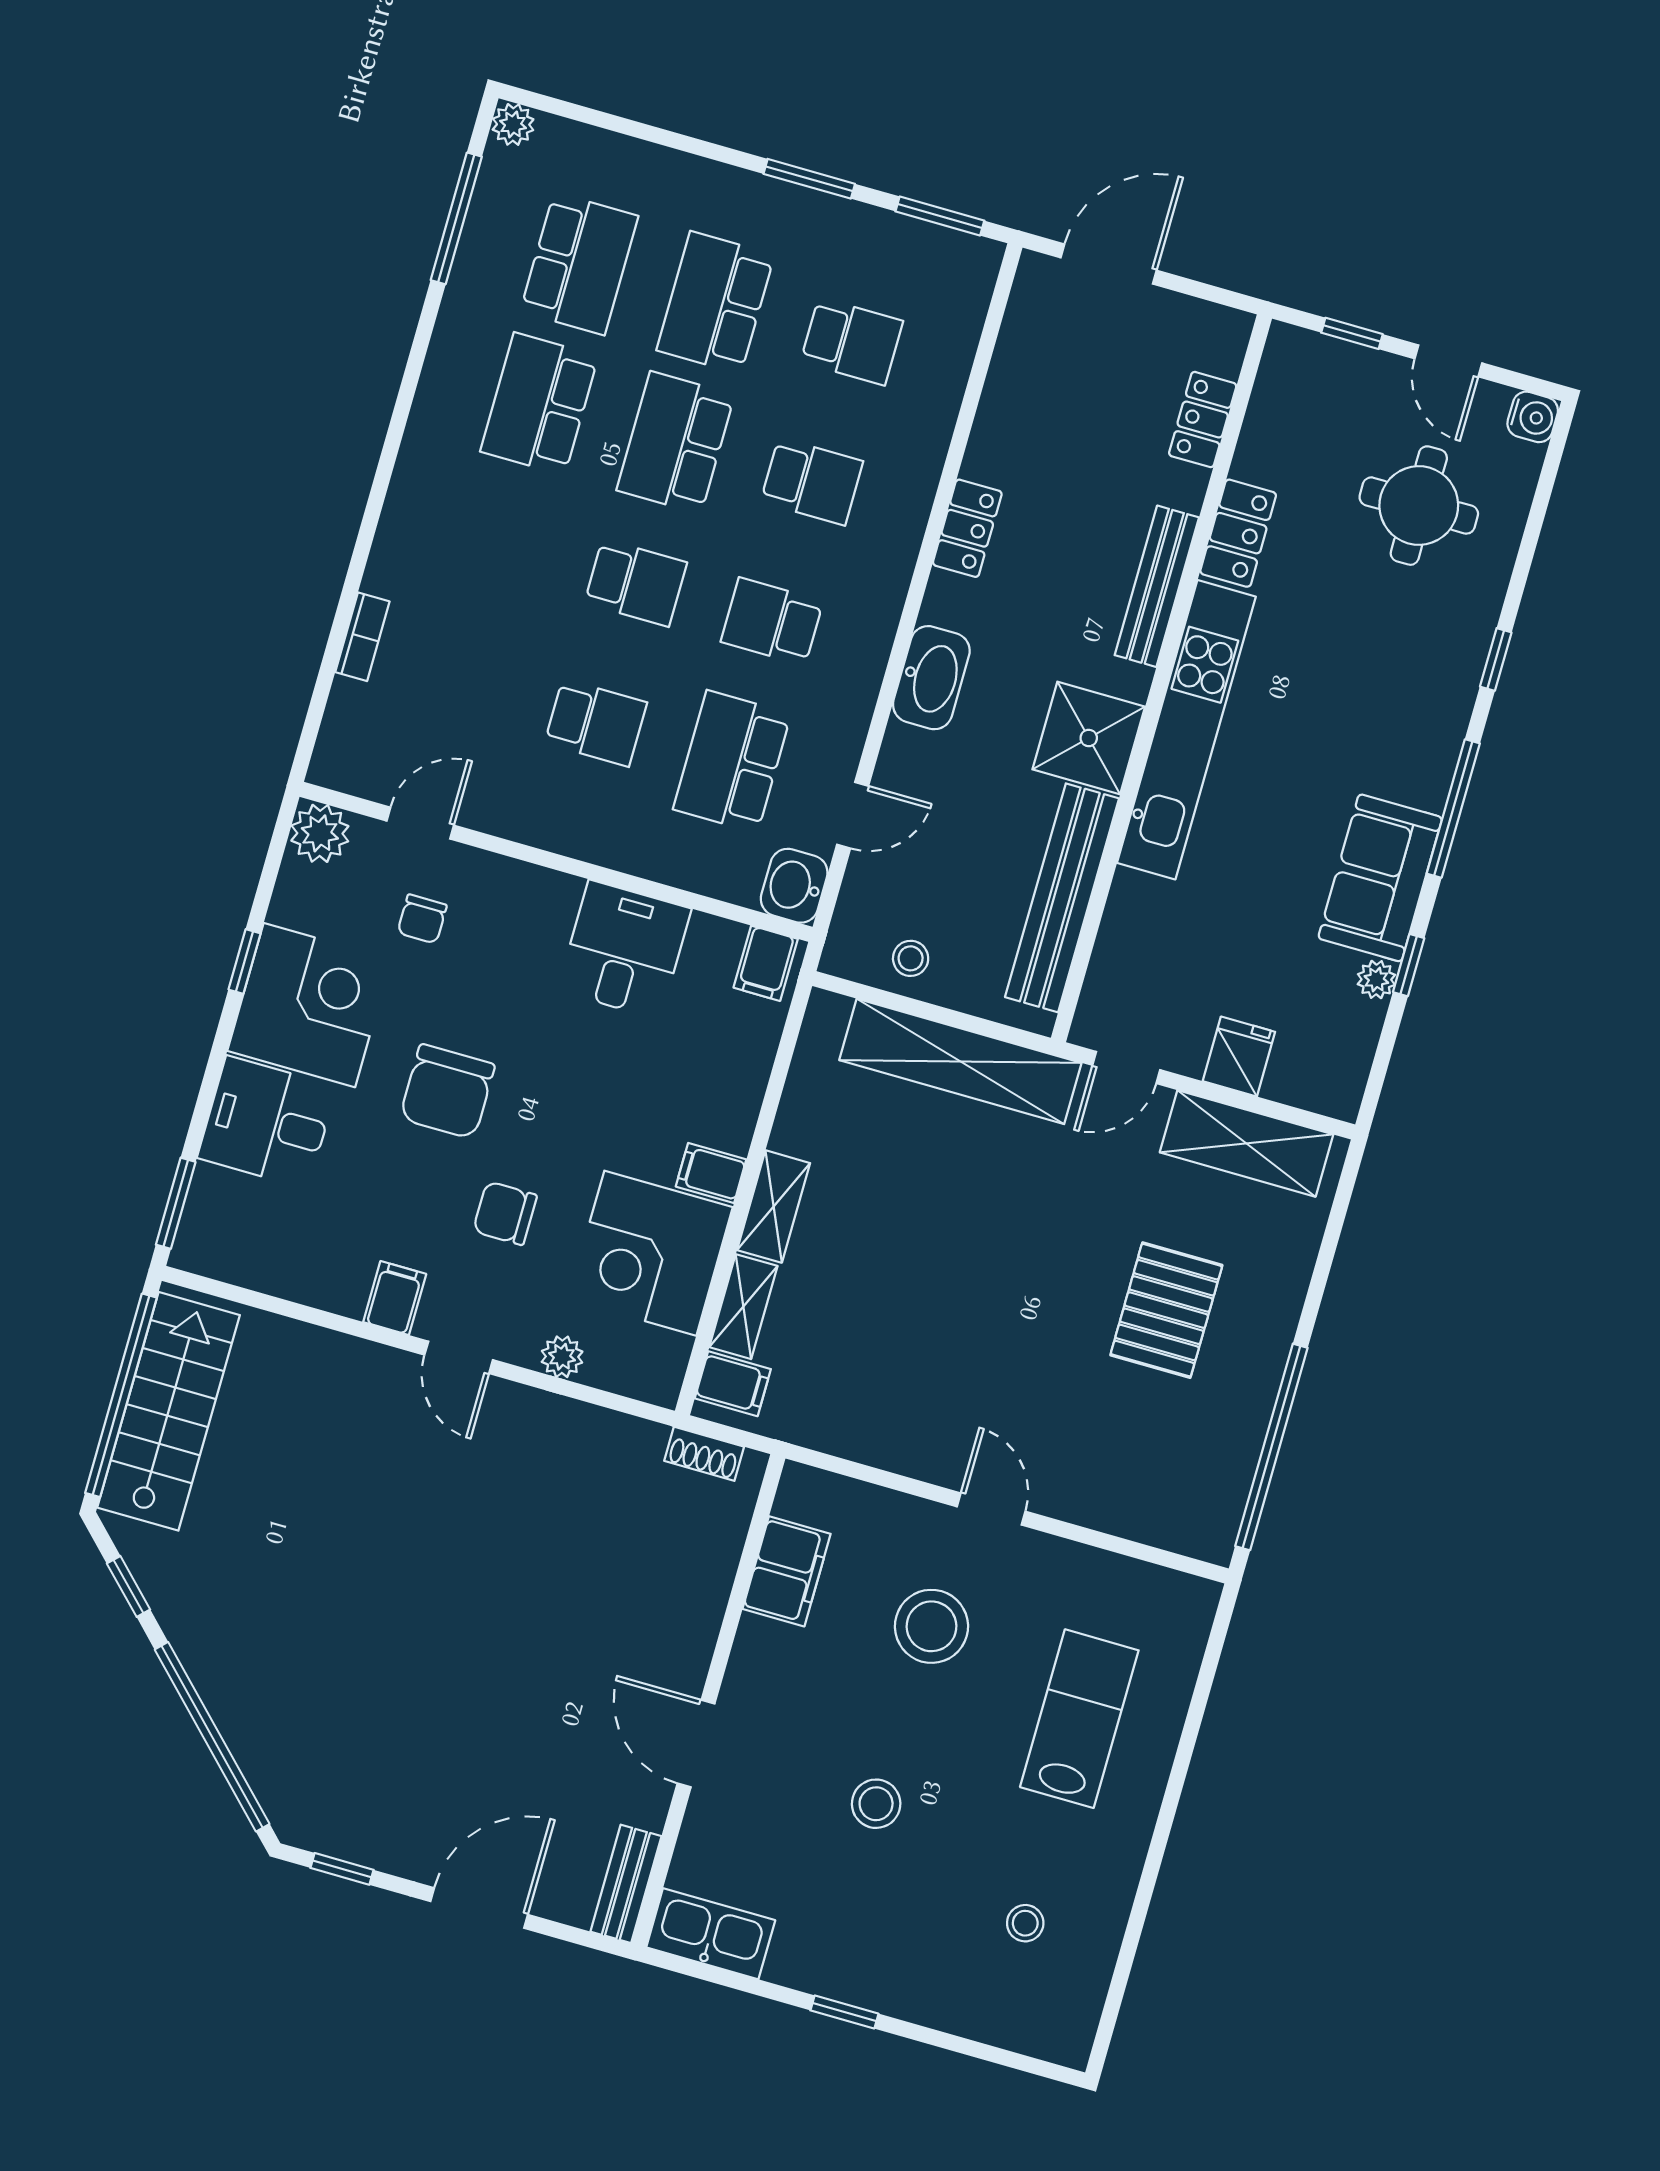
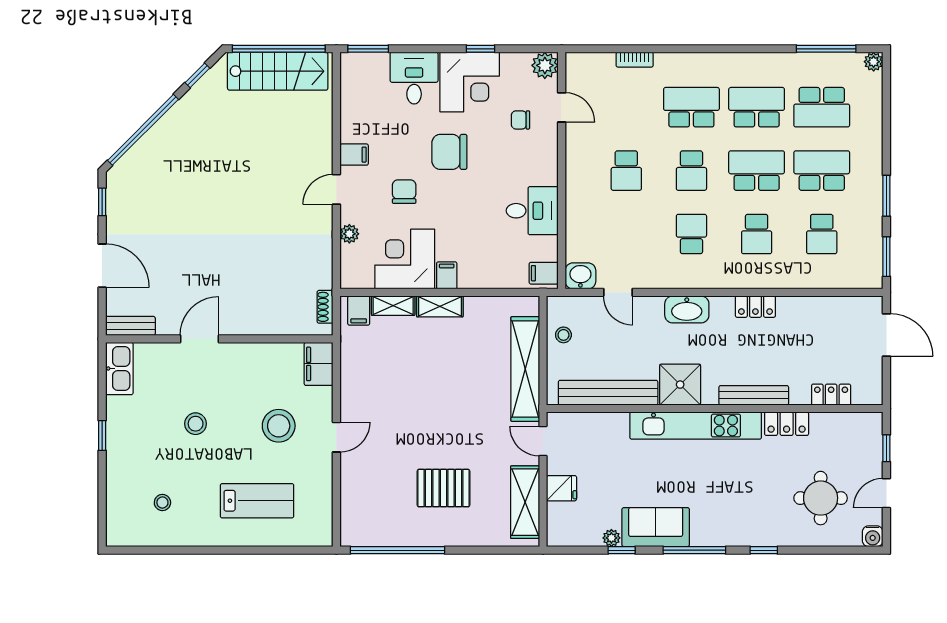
school desk: (732, 762) -> (691, 107), moved
filing cabinet: (787, 1571) -> (319, 364), moved, turned 90

